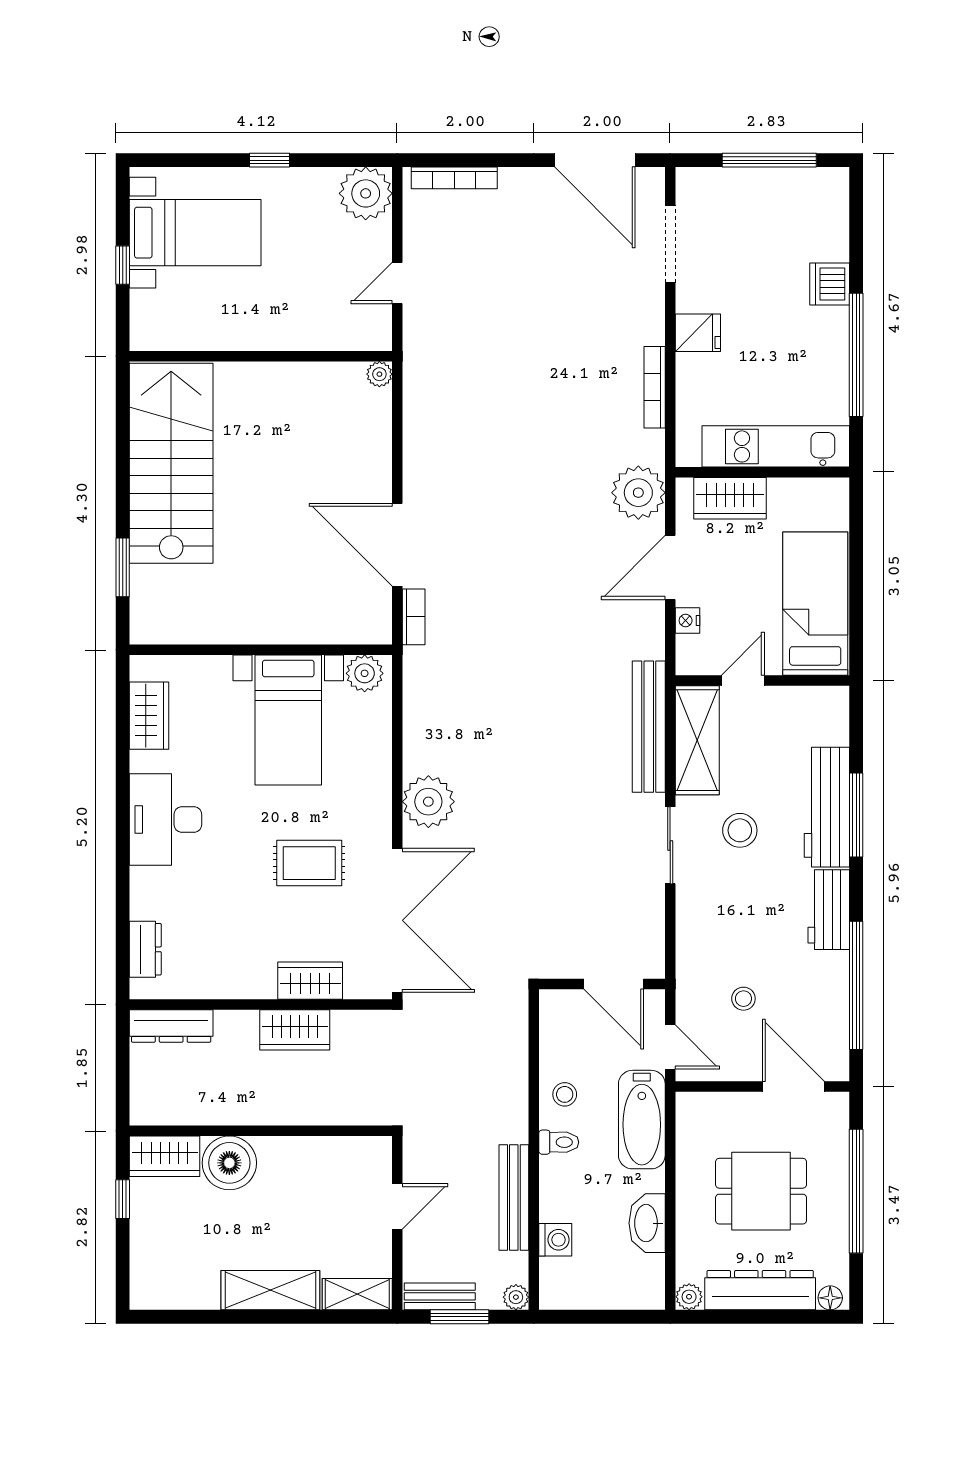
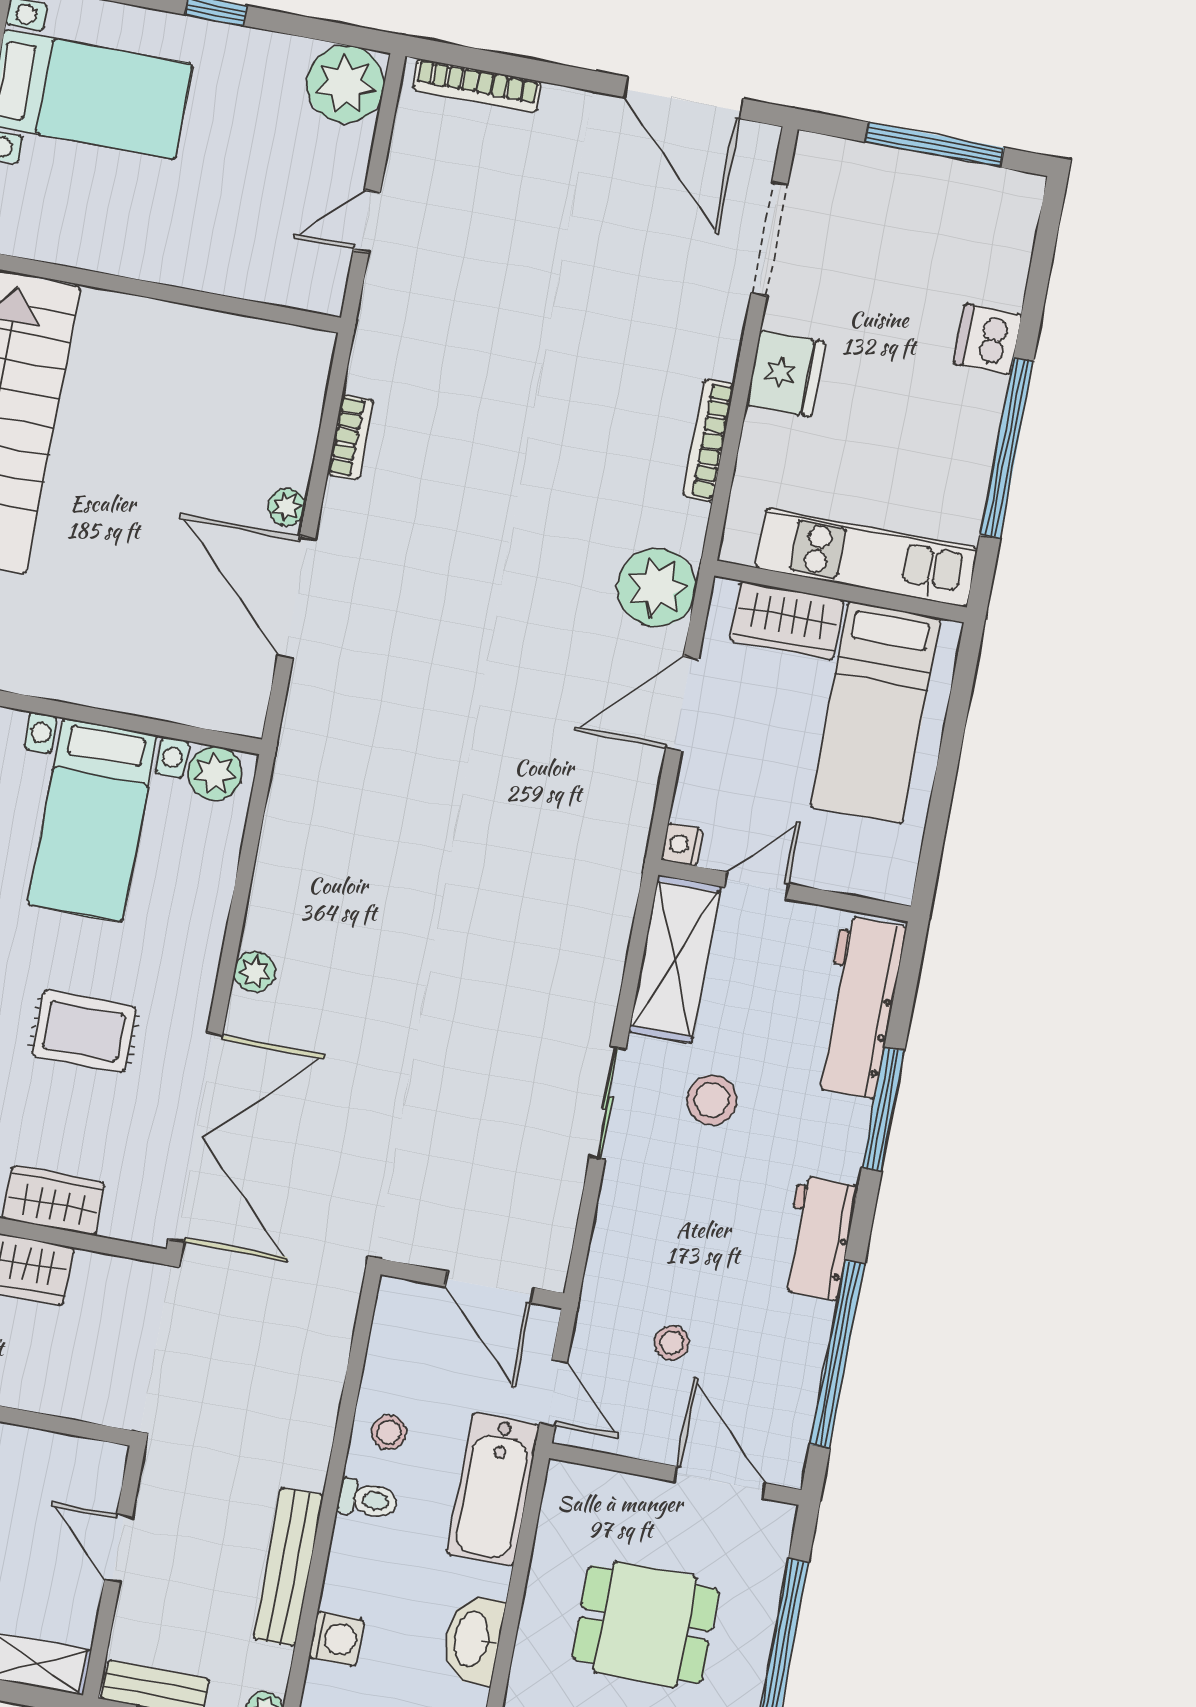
fridge: (698, 333) -> (785, 374), width x1.38
plant: (379, 374) -> (287, 507), moved
bed: (815, 604) -> (875, 712), moved, turned 180
bookcase: (414, 617) -> (351, 437), moved
nightstand: (688, 621) -> (682, 845), moved
bench: (649, 727) -> (609, 926), removed
plant: (428, 802) -> (254, 972), width x0.53, depth x0.53
workbench: (827, 807) -> (859, 1007), moved
door: (397, 1206) -> (118, 1548), swing flipped

